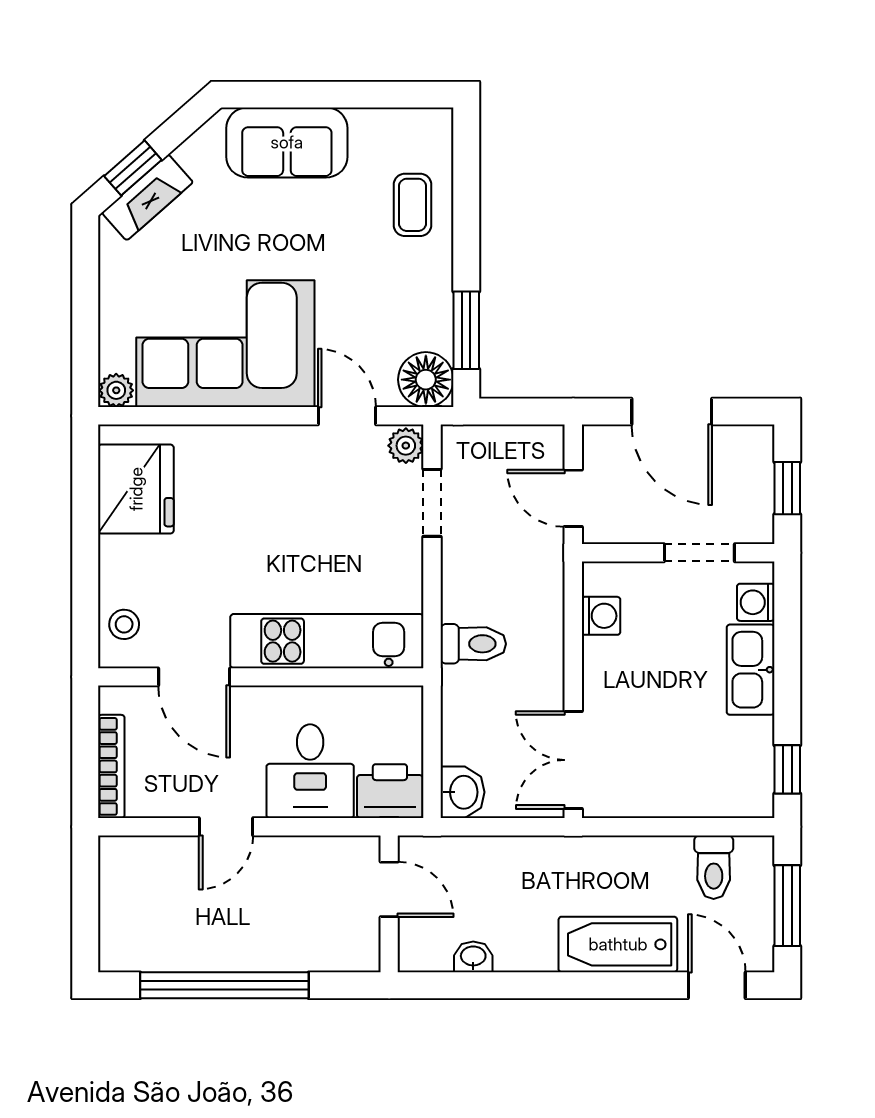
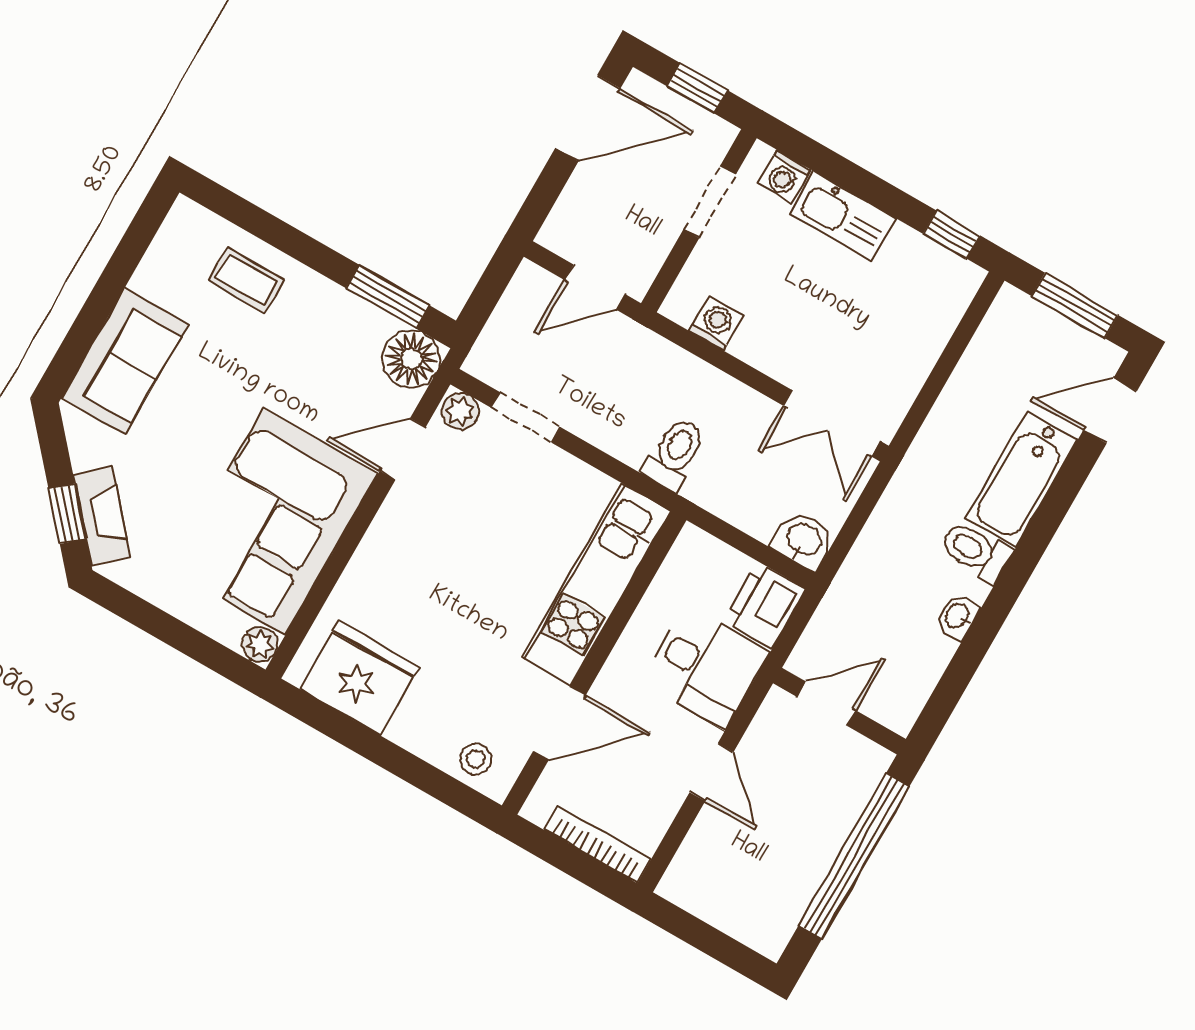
door: (672, 411) -> (588, 118), moved
toilet: (714, 867) -> (976, 551), moved, turned 180
door: (389, 889) -> (826, 704), moved
wall: (389, 904) -> (839, 711), moved

